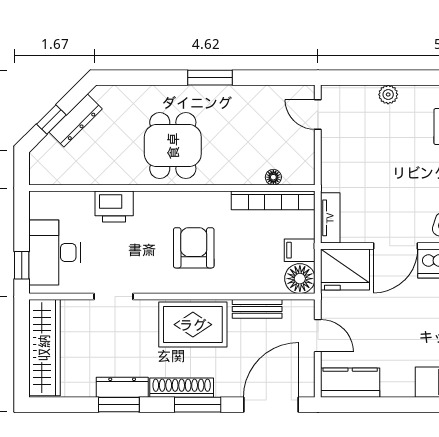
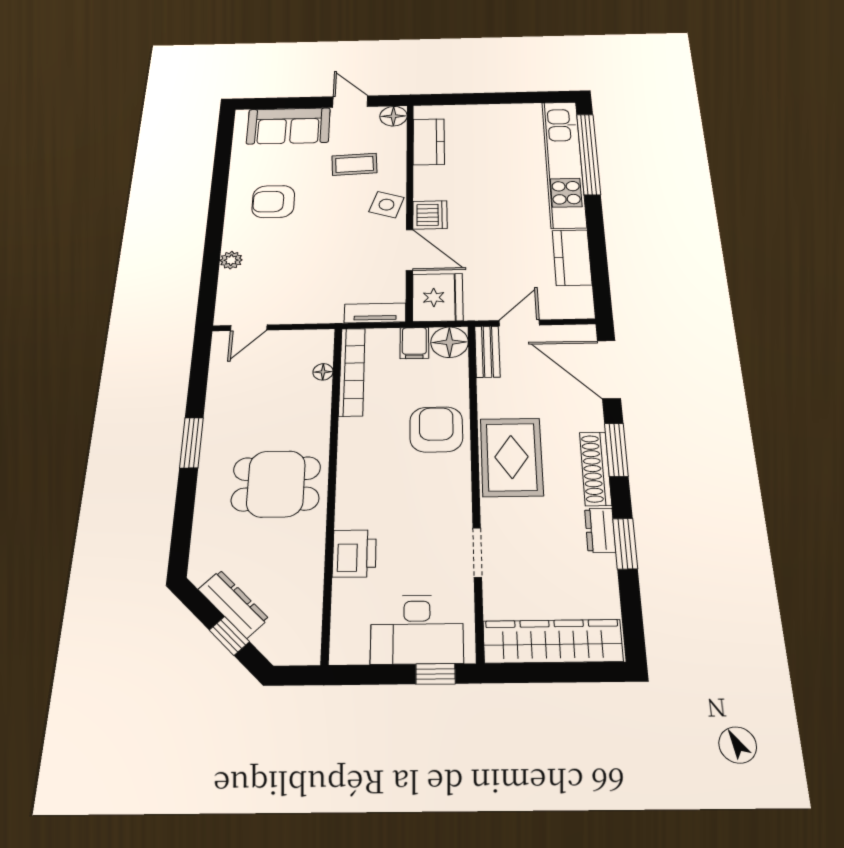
armchair: (194, 248) -> (436, 429), moved, turned 90
bench: (257, 309) -> (487, 352), moved
kitchen counter: (350, 383) -> (572, 257), moved
dresser: (122, 387) -> (600, 530), width x0.70

